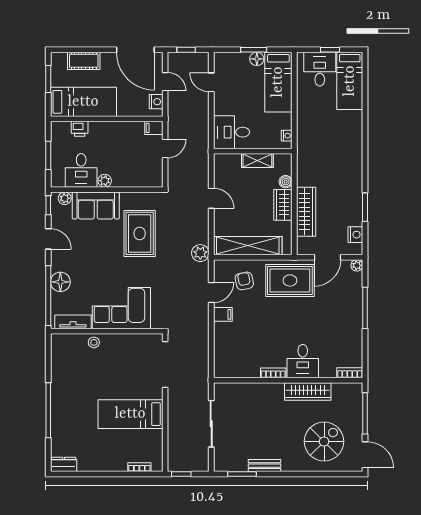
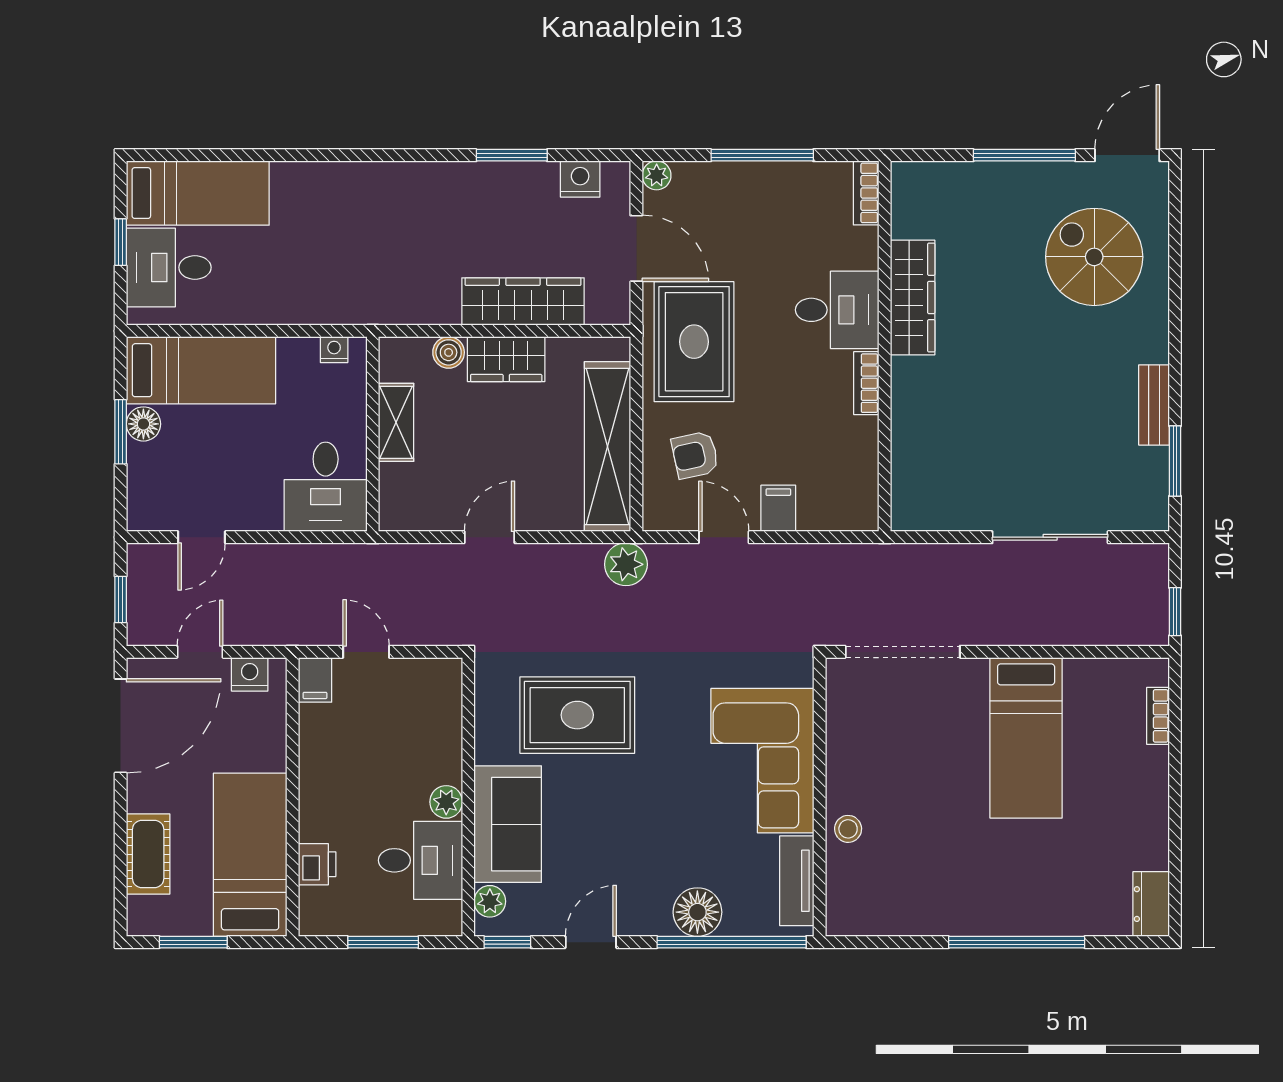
desk: (303, 361) -> (837, 310), moved
bookcase: (273, 373) -> (866, 383), moved
bookcase: (350, 373) -> (866, 193), moved
wall: (288, 380) -> (885, 346), moved
wardrobe: (308, 391) -> (913, 298), moved

